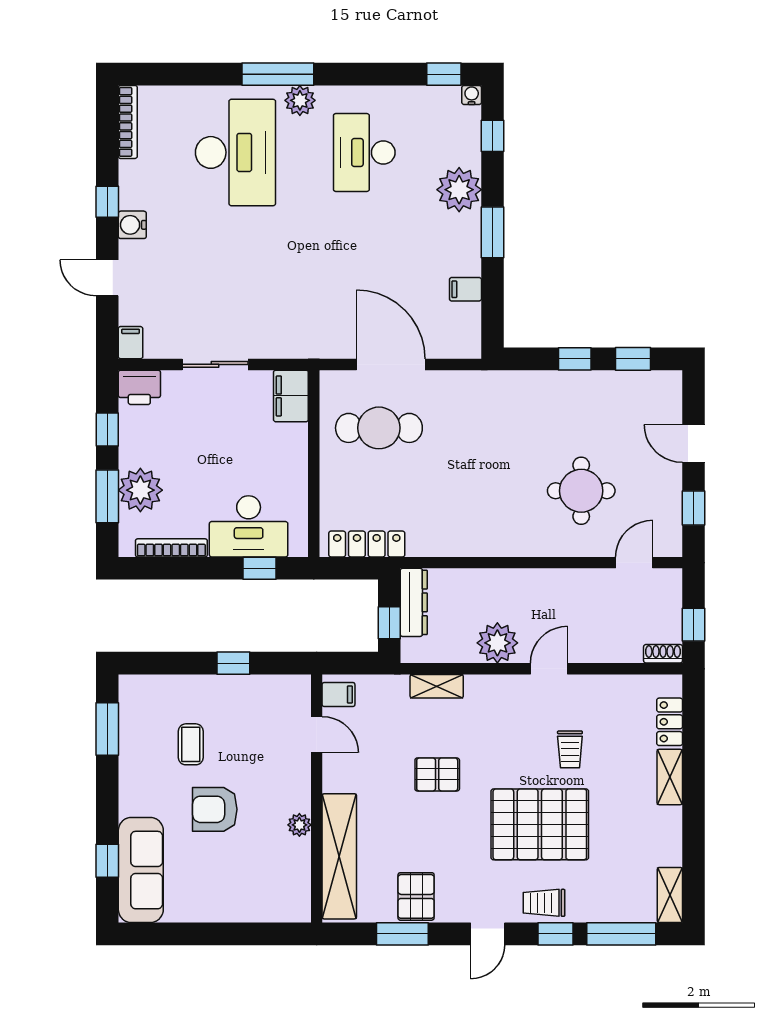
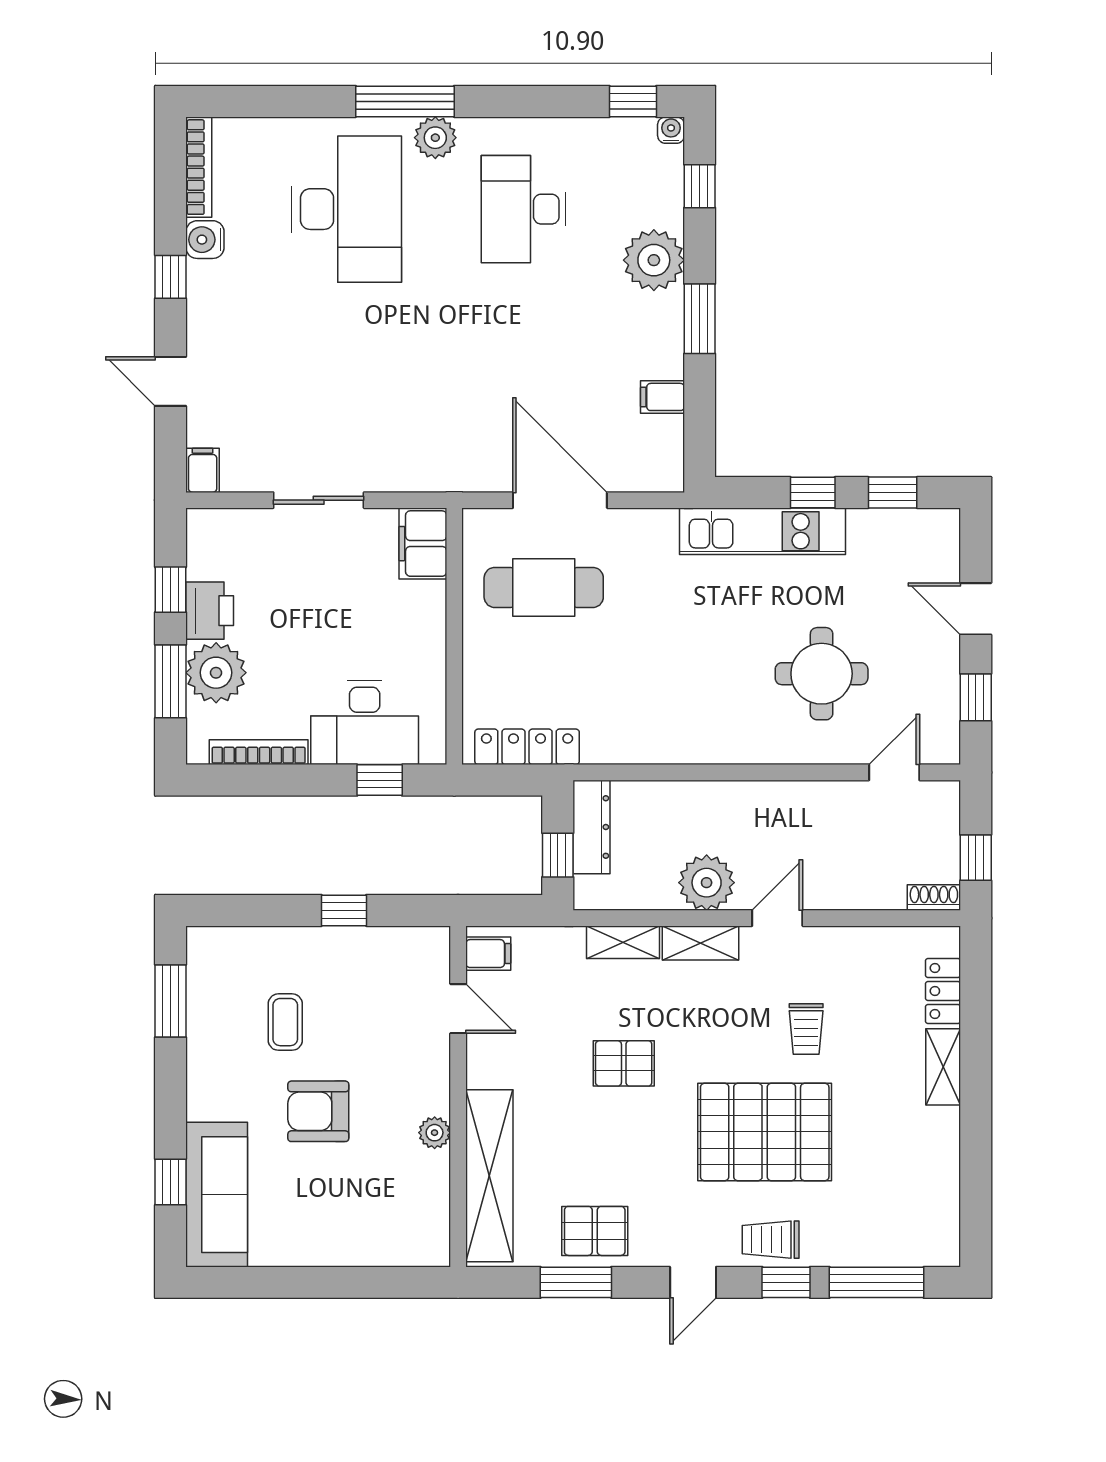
water cooler: (132, 225) -> (205, 240), moved
printer: (139, 387) -> (210, 611), moved, turned -90
kitchen unit: (538, 387) -> (762, 531), added
shelving: (670, 895) -> (701, 943), moved, turned 90
pallet: (416, 896) -> (595, 1231), turned 90

